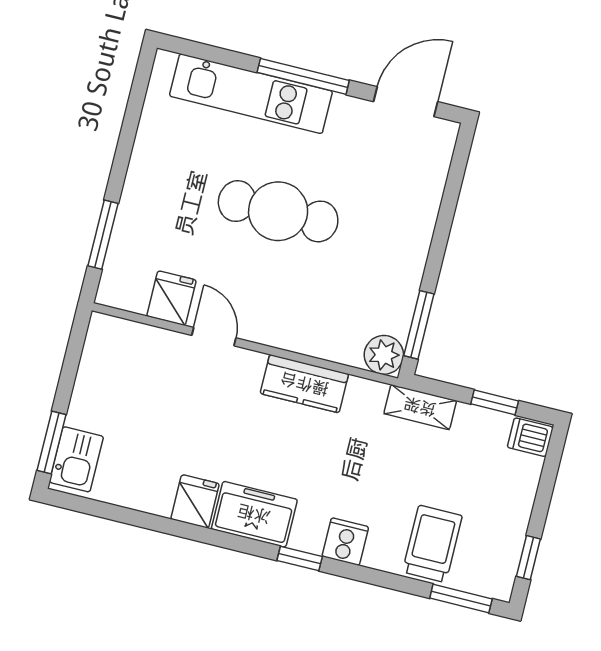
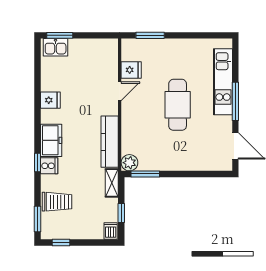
kitchen counter: (304, 384) -> (110, 142), width x1.50
freezer: (254, 514) -> (51, 140), moved
window: (300, 559) -> (37, 162), moved

